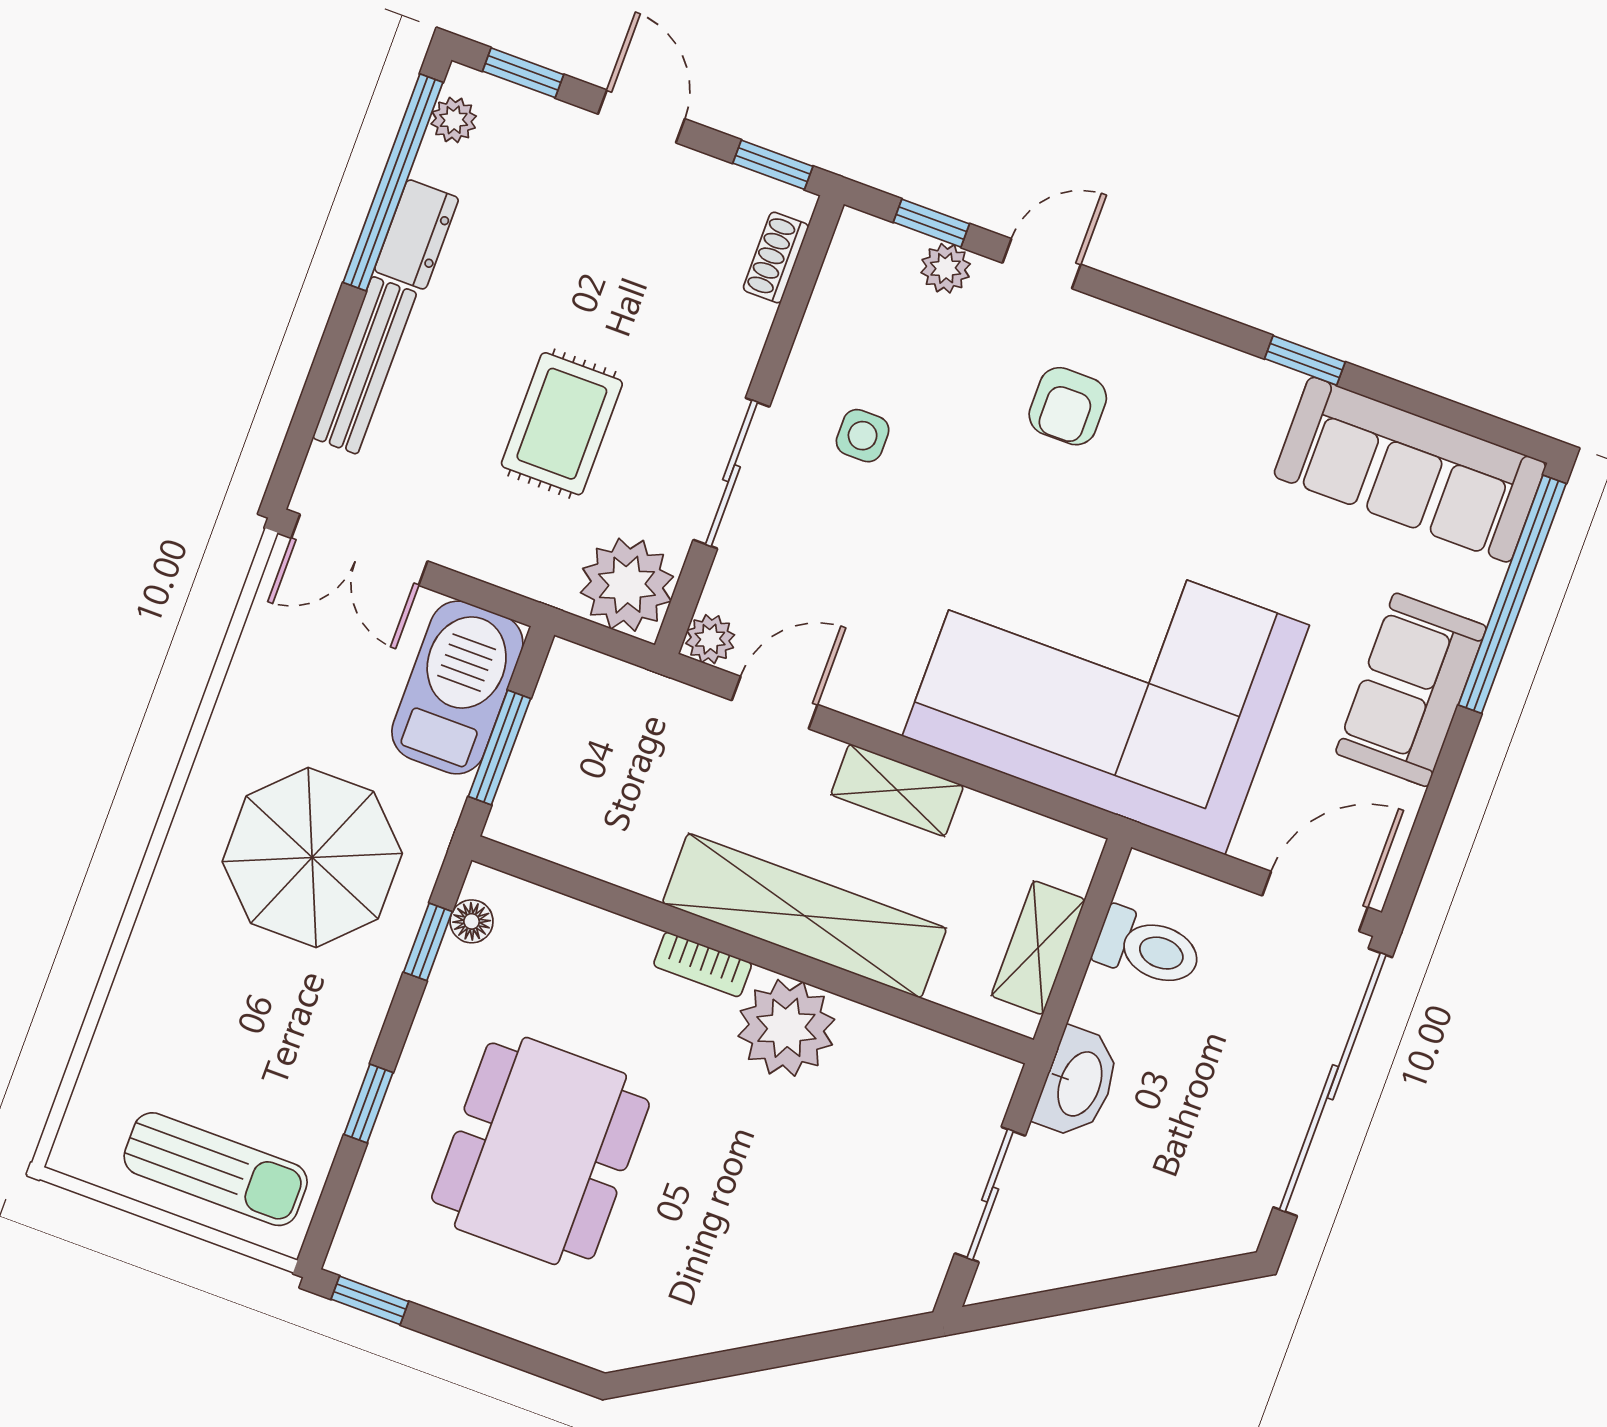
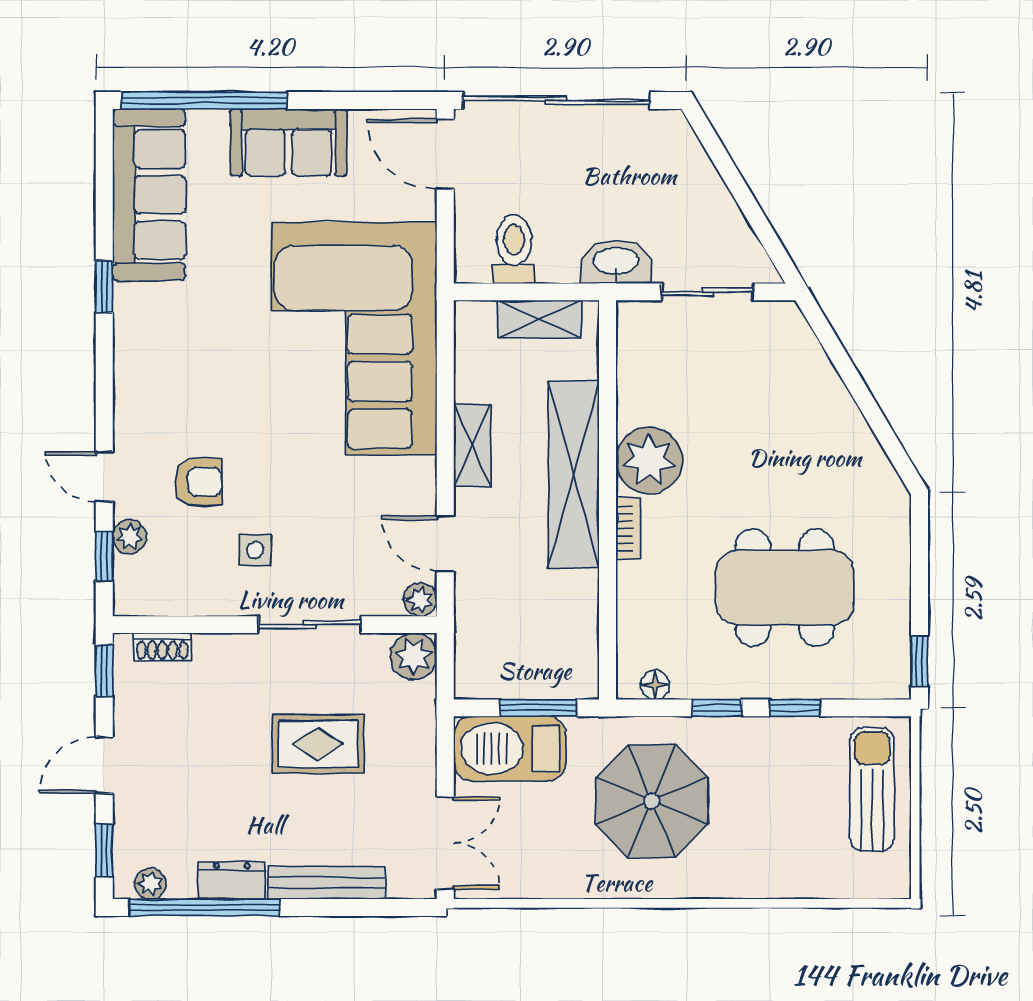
armchair: (1068, 406) -> (198, 482), moved
plant: (627, 585) -> (413, 656), width x0.73, depth x0.73
window: (428, 942) -> (717, 708), moved

